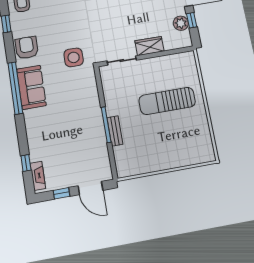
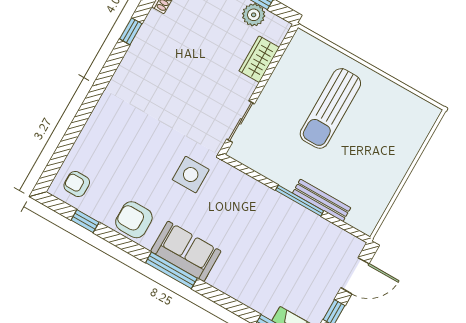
wardrobe: (149, 46) -> (259, 59), moved
window: (15, 88) -> (171, 270), width x0.68
bench: (115, 131) -> (322, 200), width x1.36

